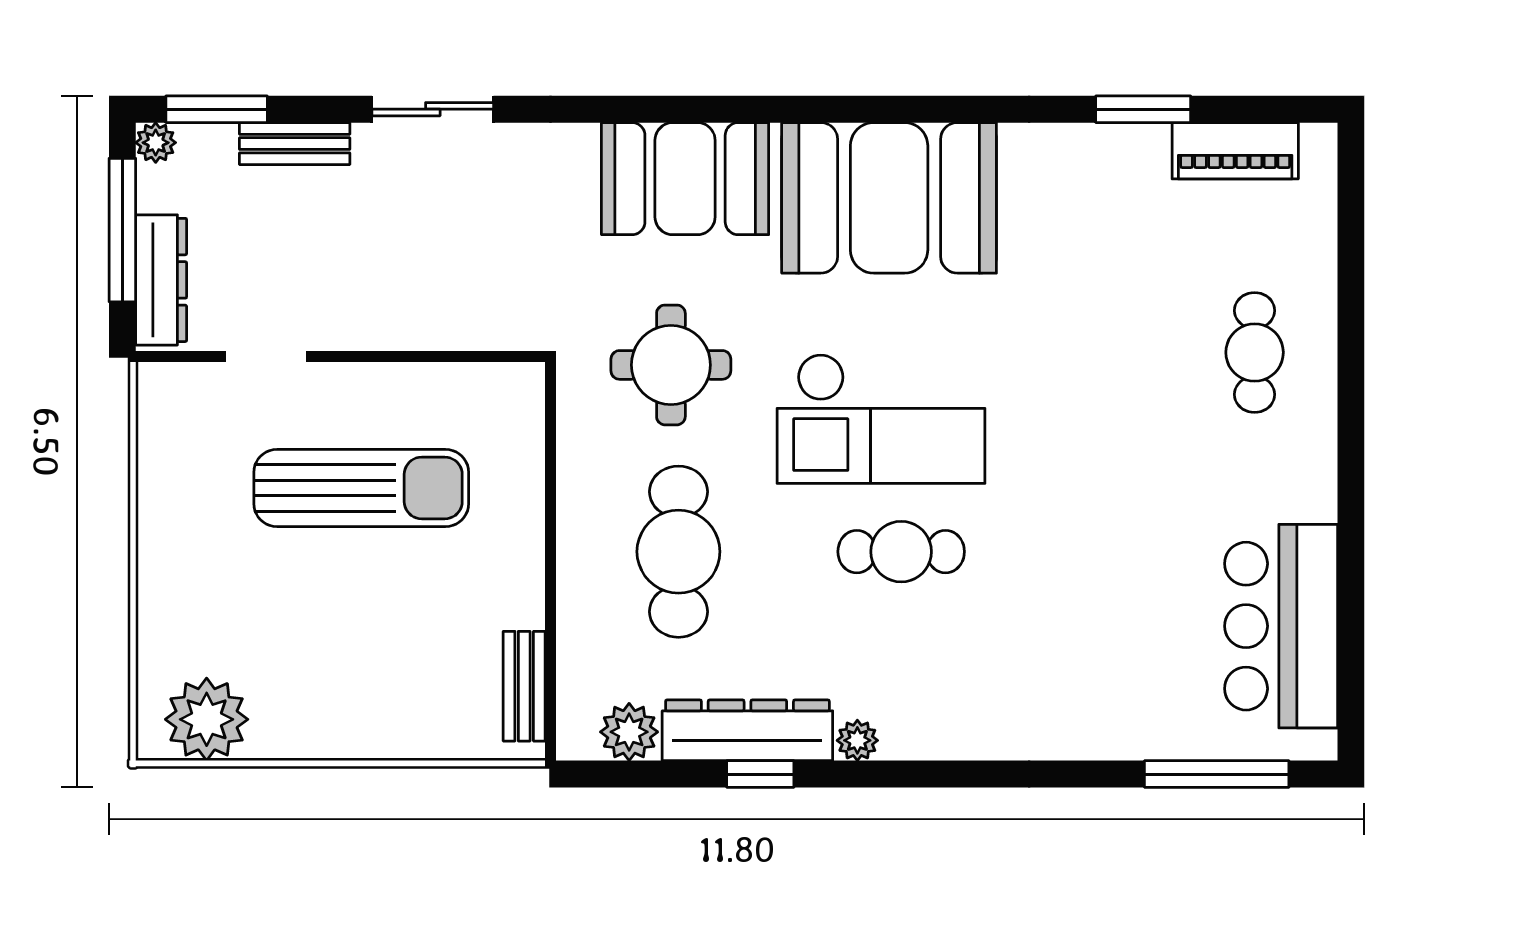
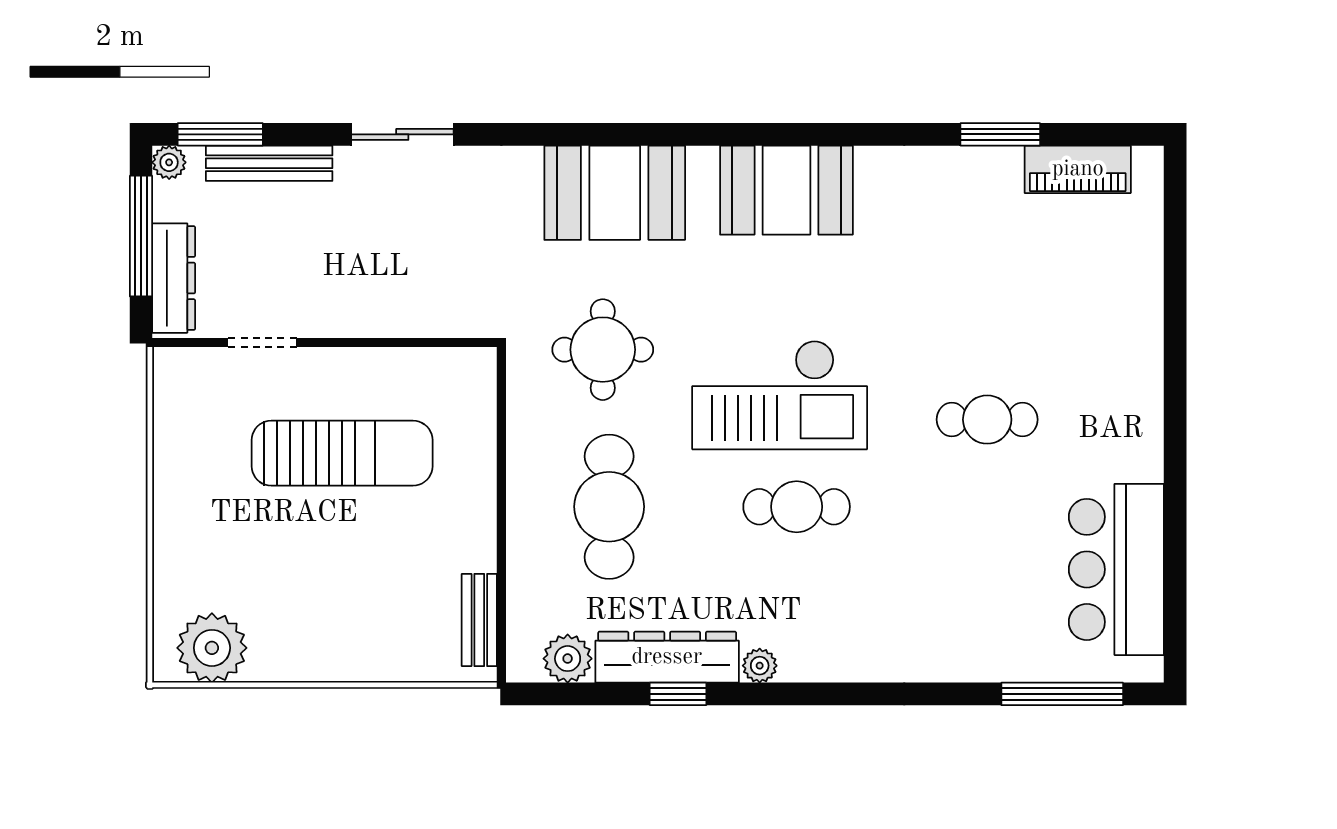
bench: (295, 144) -> (269, 163), width x1.36
booth: (889, 198) -> (786, 190), width x0.73, depth x0.70
cafe table: (1255, 352) -> (987, 420), moved, turned 90

